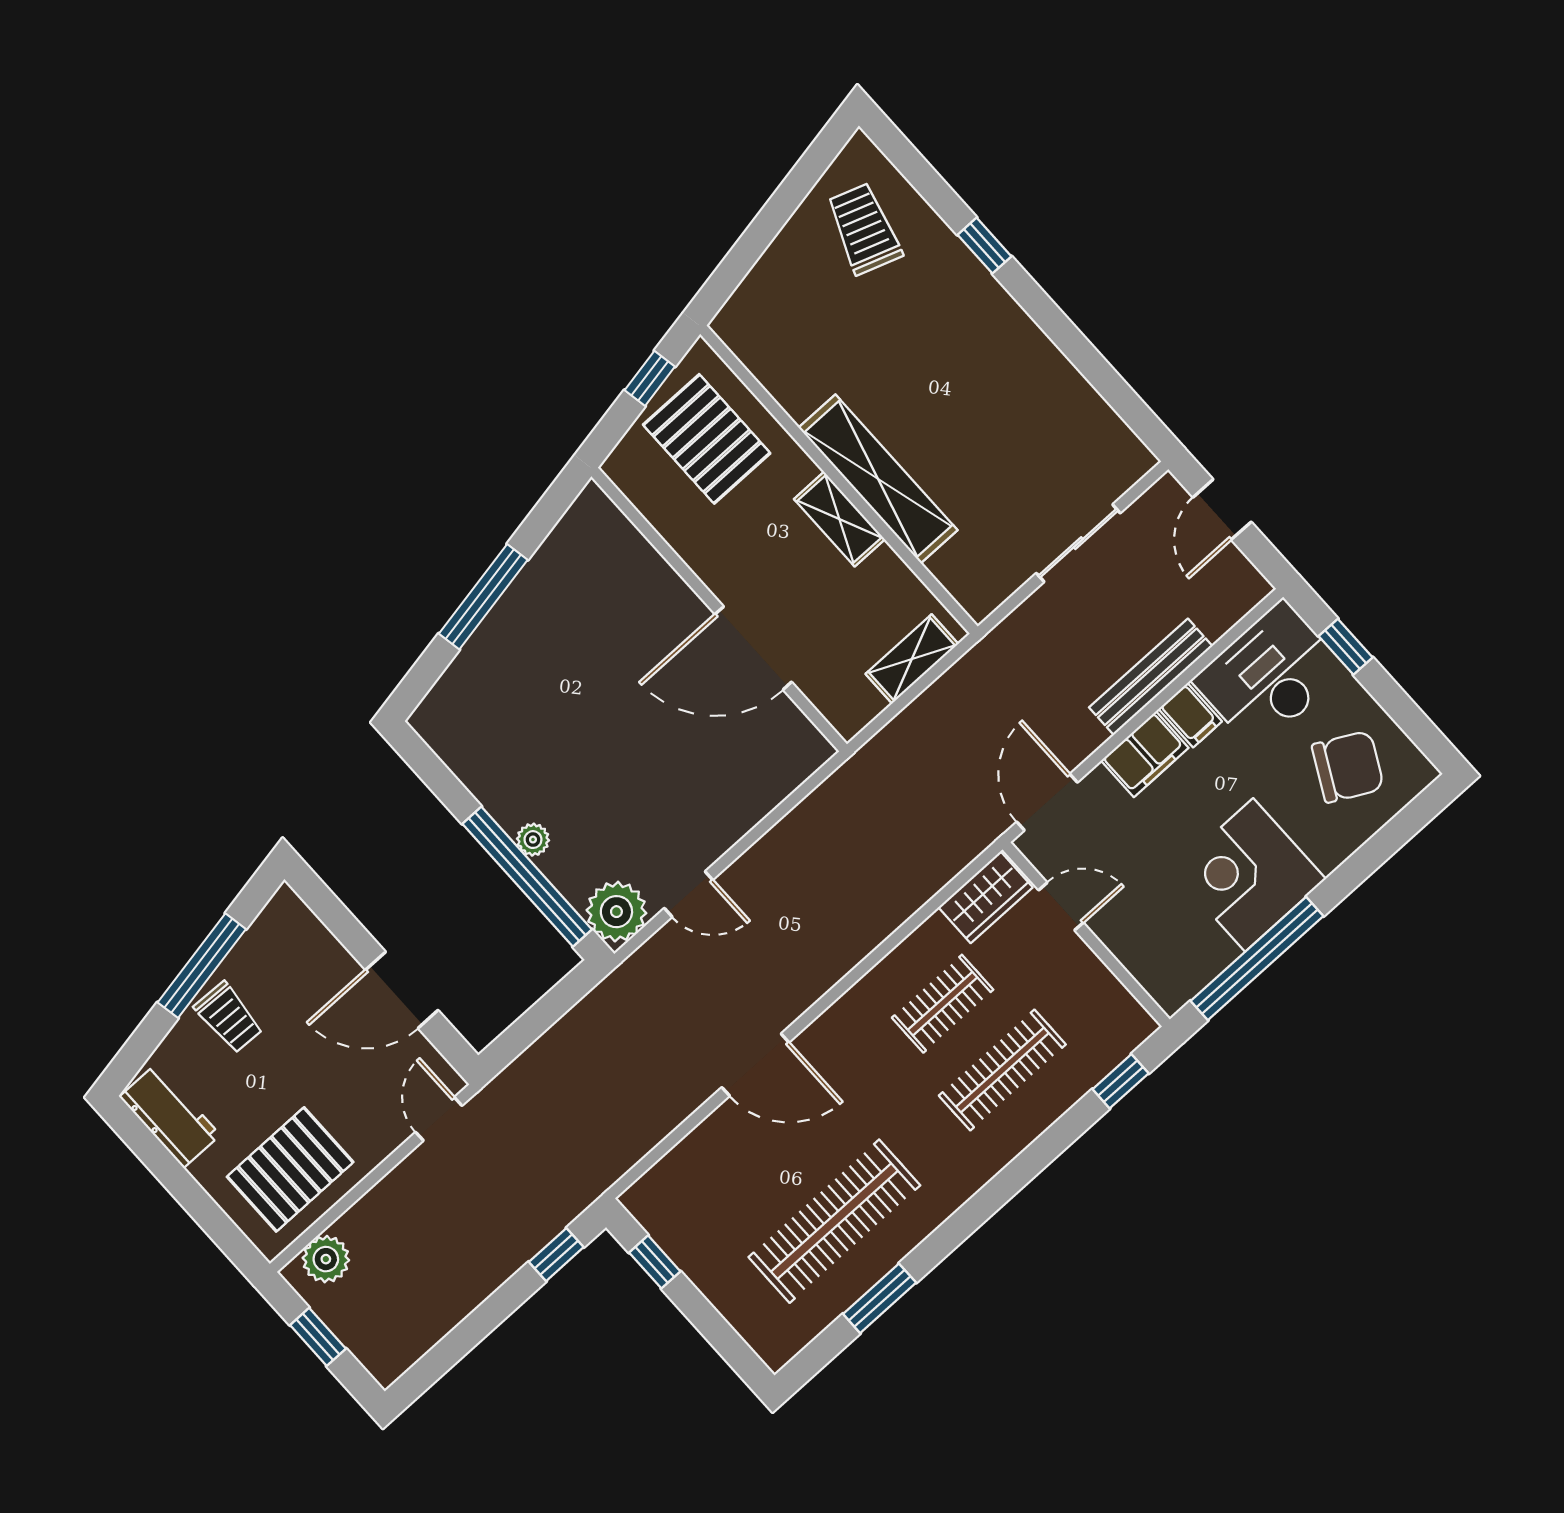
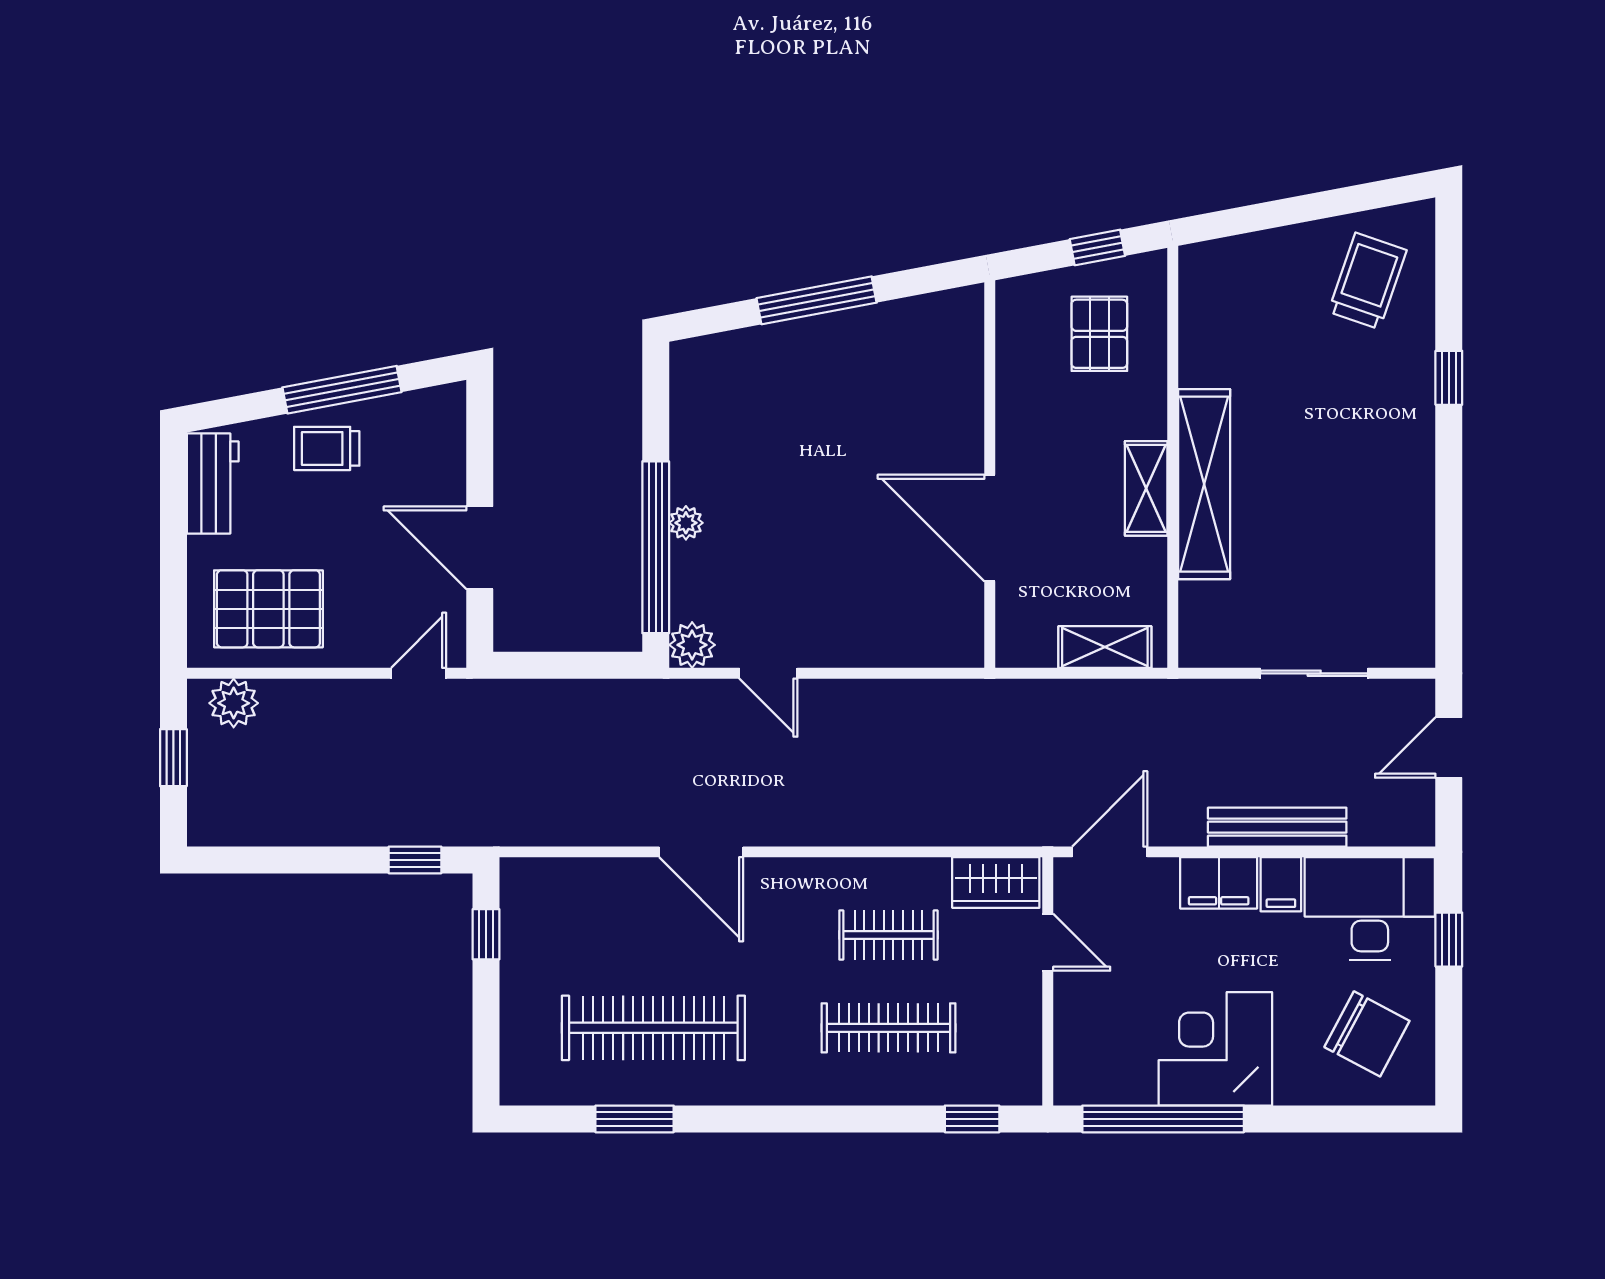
pallet: (707, 439) -> (1099, 334), width x0.67, depth x0.71
plant: (616, 912) -> (692, 645), width x0.73, depth x0.73
trolley: (229, 1017) -> (327, 448), turned 88

